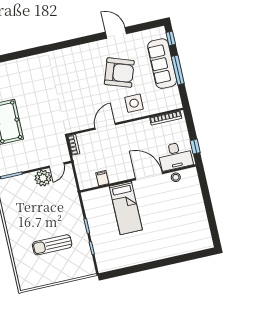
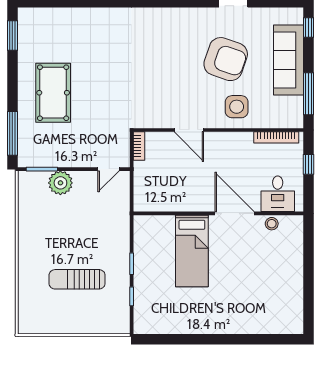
window: (178, 70) -> (309, 94), moved
door: (105, 126) -> (189, 130), swing flipped
window: (195, 147) -> (309, 164), moved
desk: (175, 156) -> (278, 194), width x0.73
plant: (43, 178) -> (60, 183), moved
filing cabinet: (102, 178) -> (168, 202), removed

